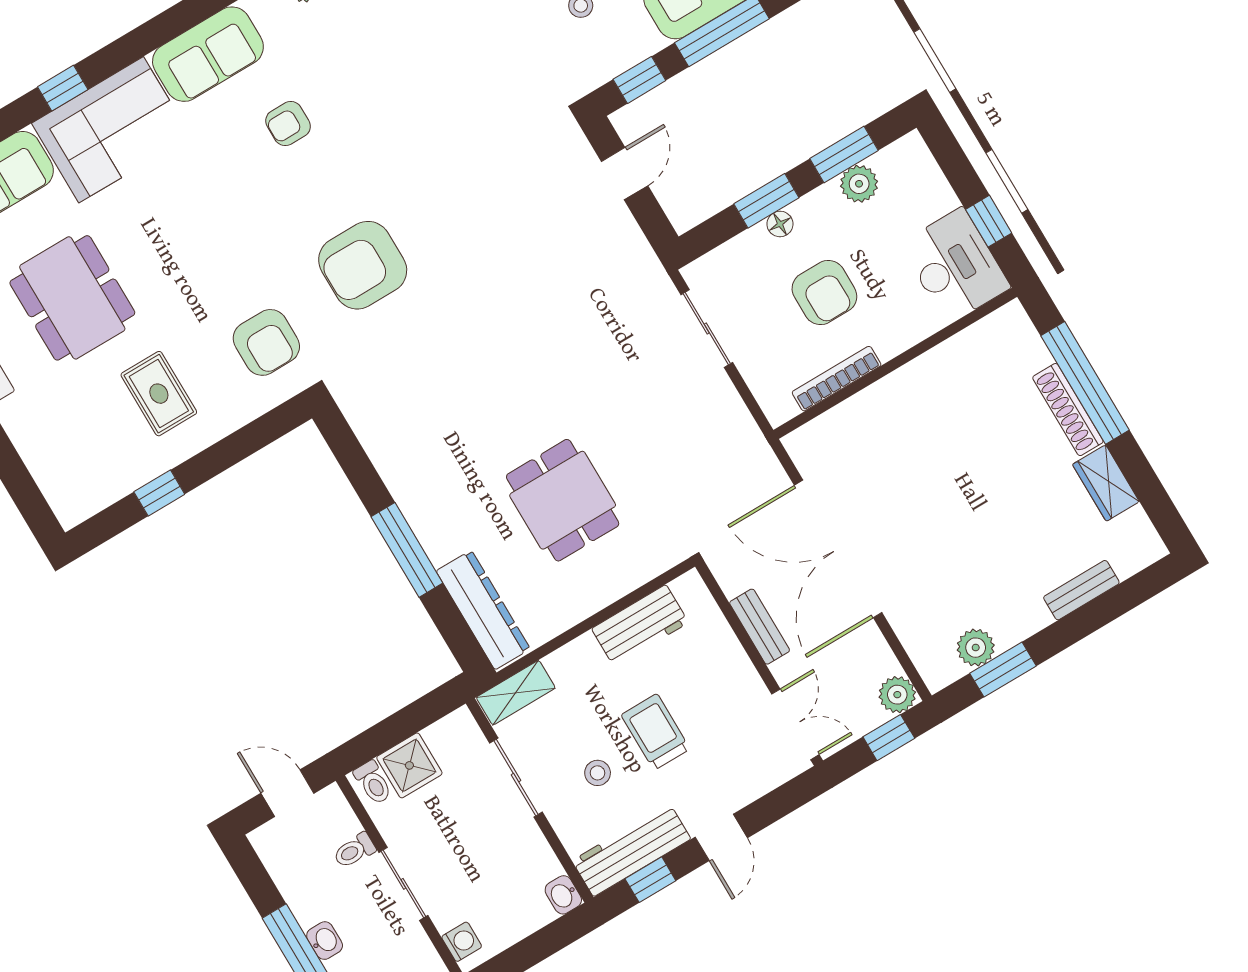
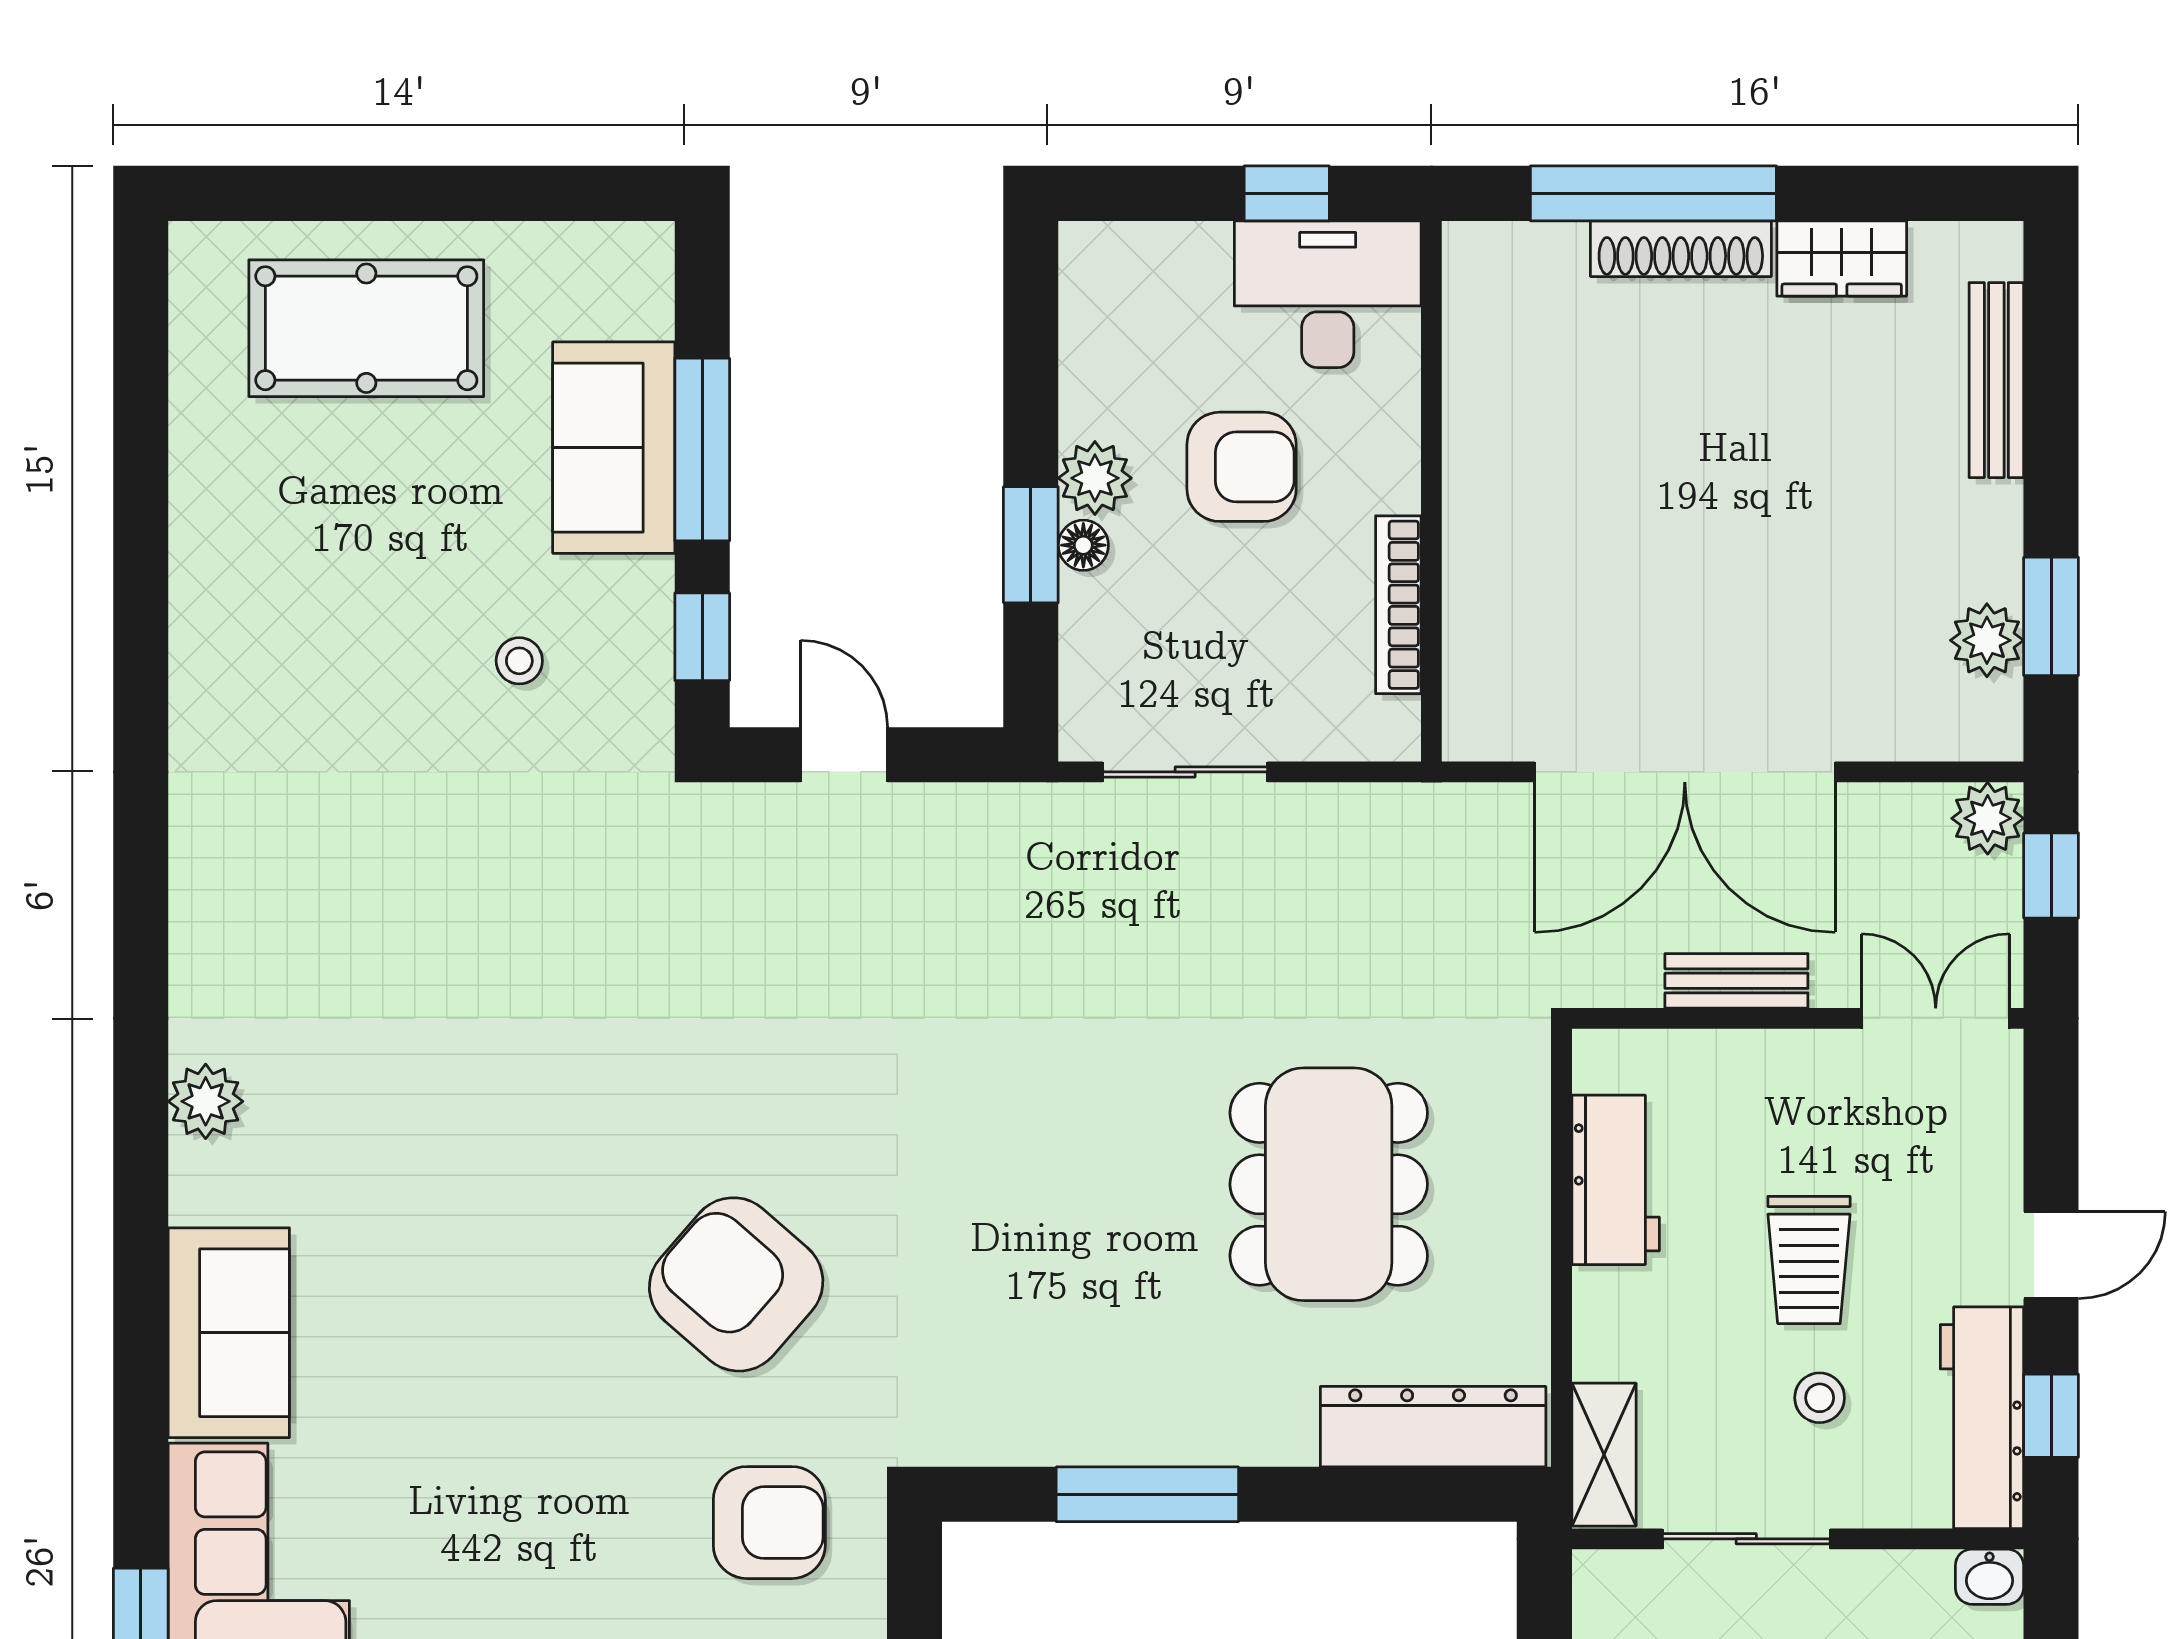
armchair: (288, 124) -> (425, 1268), removed
window: (844, 154) -> (1031, 369), removed
plant: (859, 184) -> (1095, 478), moved
armchair: (363, 265) -> (736, 1284), turned 131
armchair: (824, 293) -> (1242, 467), moved
dining table: (563, 500) -> (1329, 1184), width x1.37
window: (407, 550) -> (1147, 1494), moved
bench: (1081, 590) -> (1996, 380), width x1.36
trolley: (655, 732) -> (1809, 1260), turned -90
door: (721, 837) -> (2051, 1255), hinge flipped

